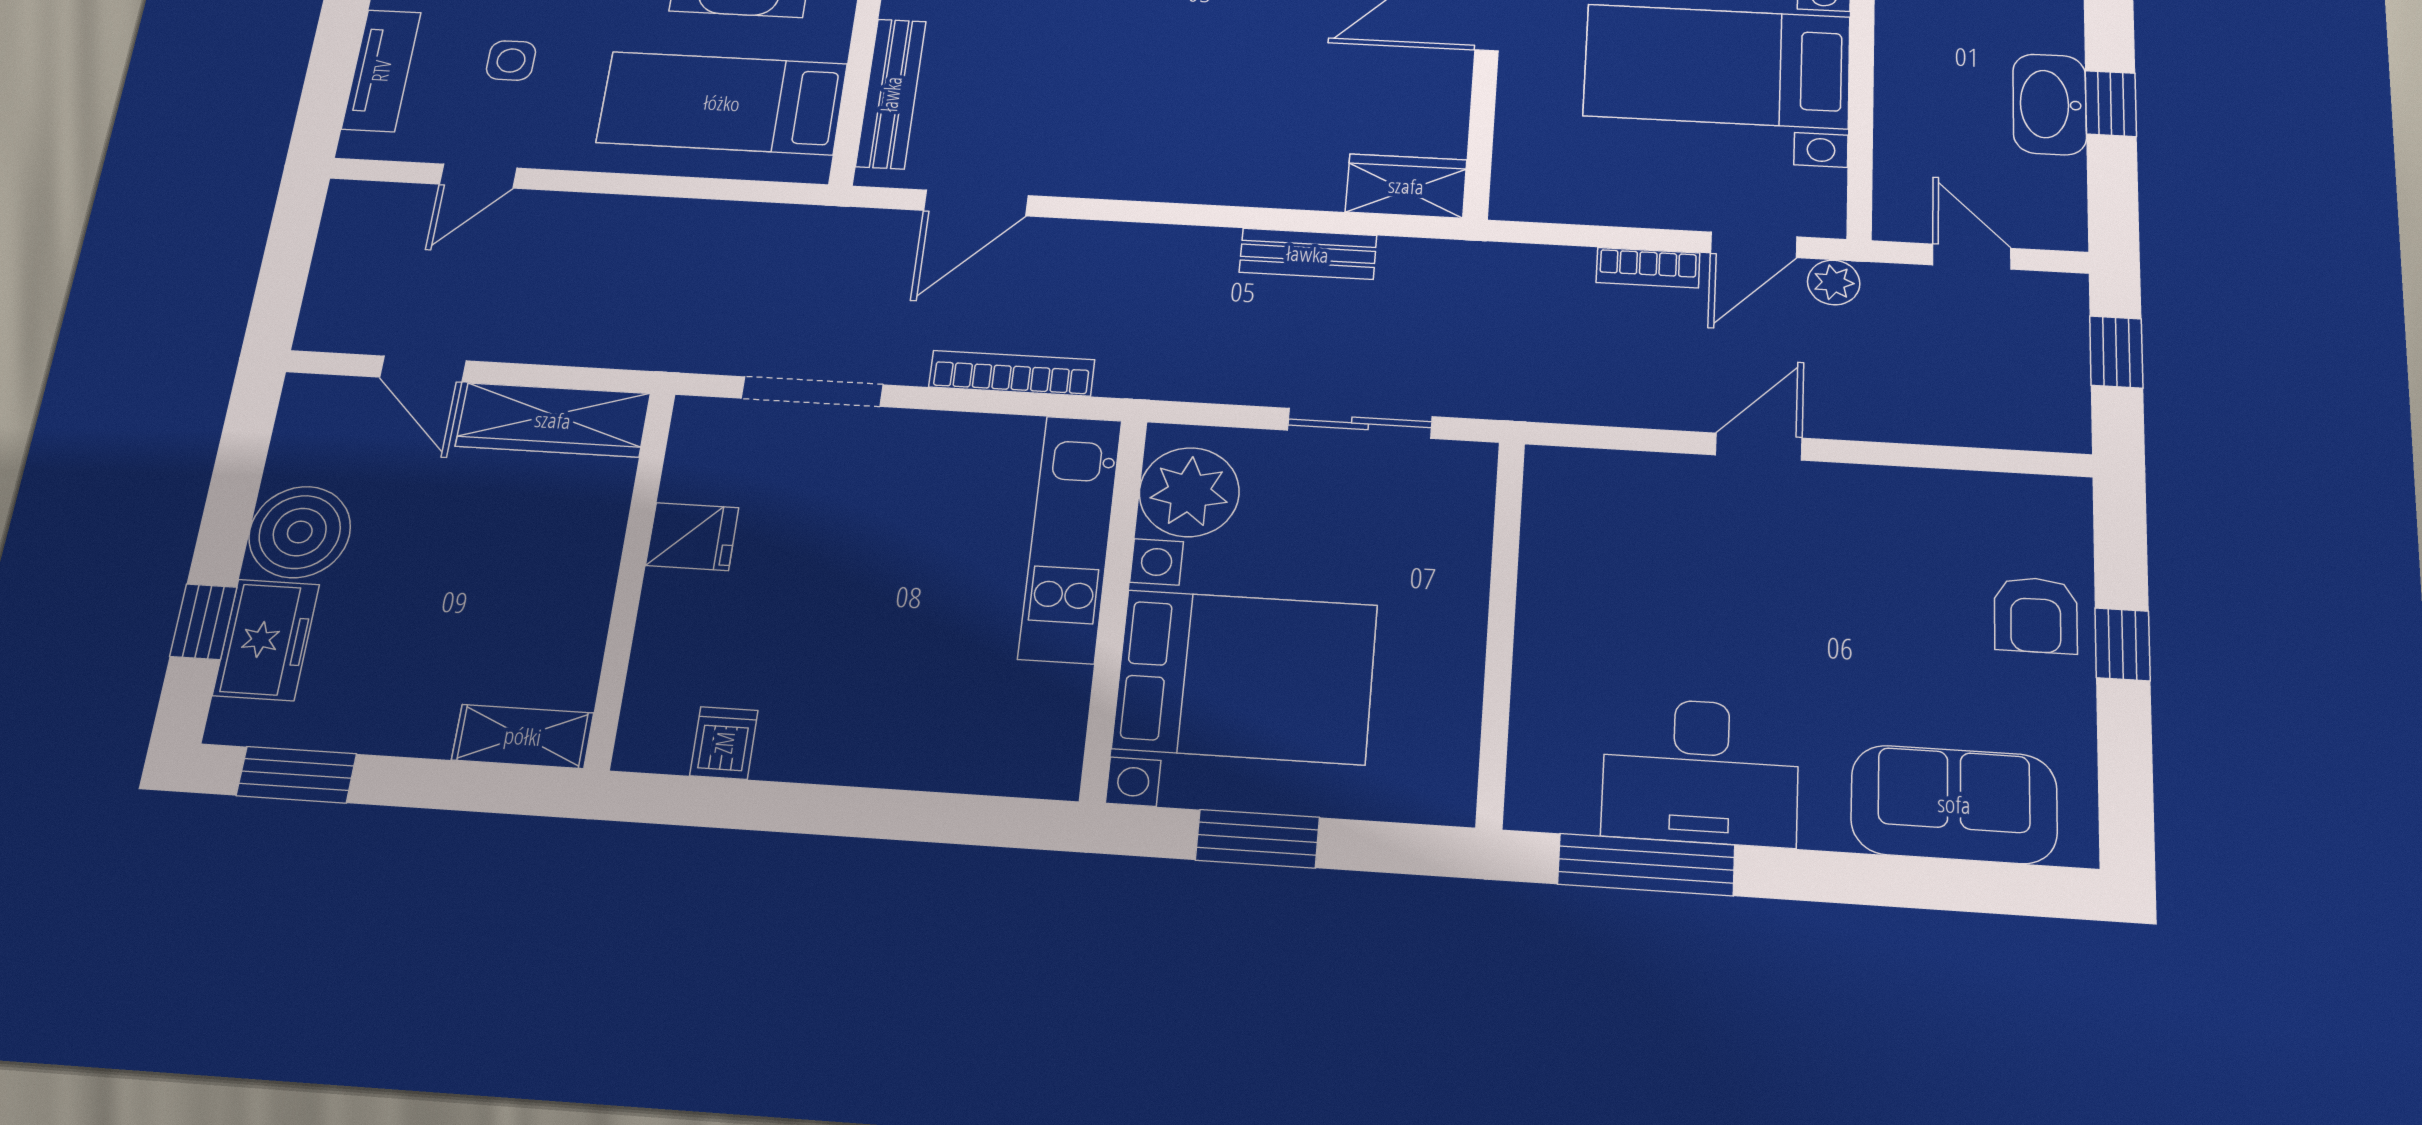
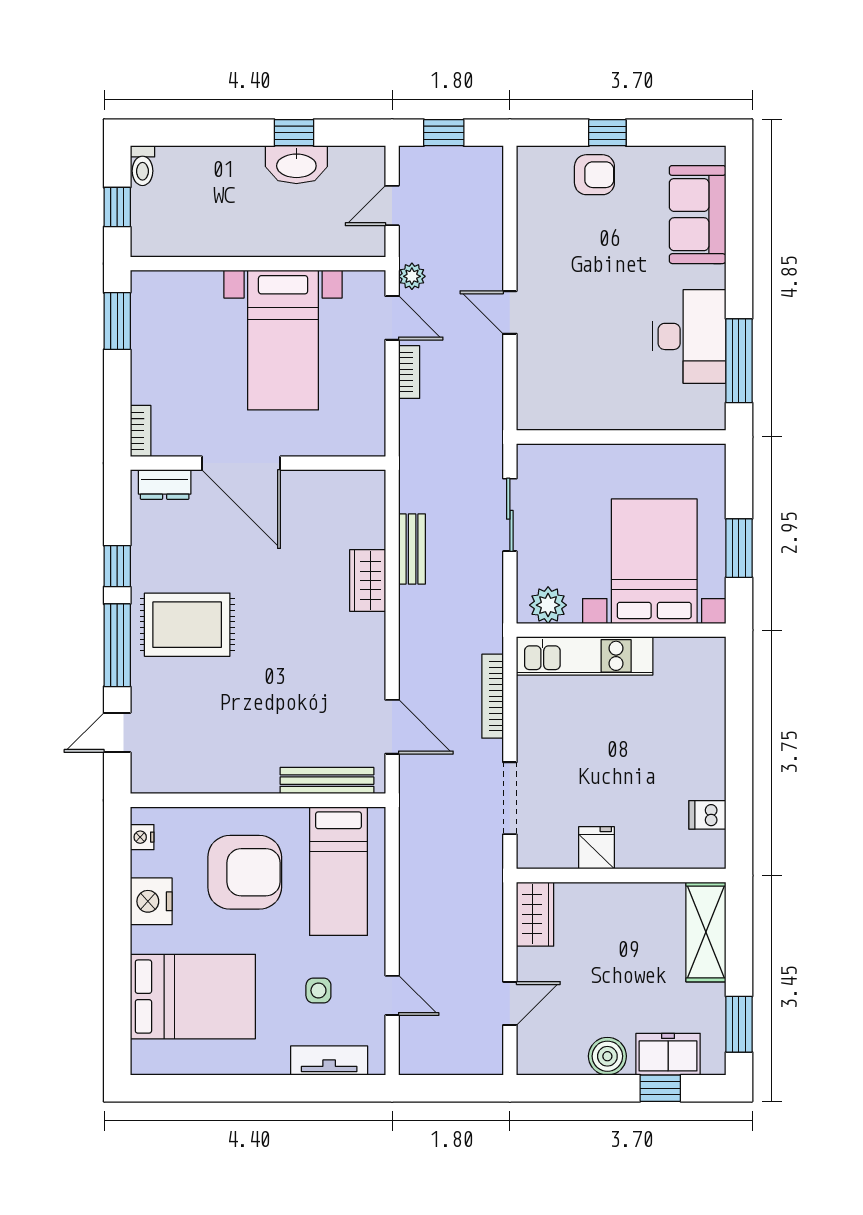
wardrobe: (1406, 186) -> (368, 581), moved
wardrobe: (553, 420) -> (535, 914), width x0.67
plant: (1189, 492) -> (548, 605), width x0.73, depth x0.73
boiler: (300, 532) -> (607, 1056), width x0.73, depth x0.73
shelving: (523, 736) -> (706, 932), width x1.50, depth x1.33

